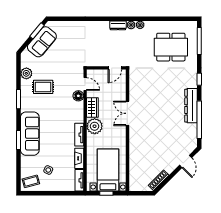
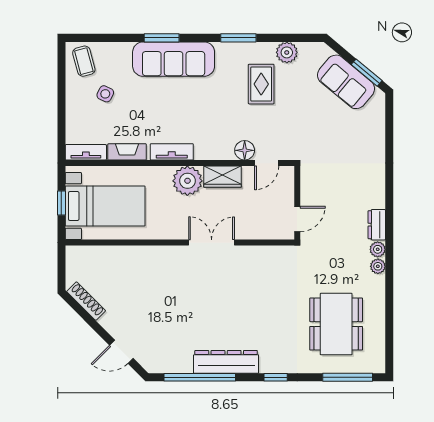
door: (115, 68) -> (297, 219), swing flipped

